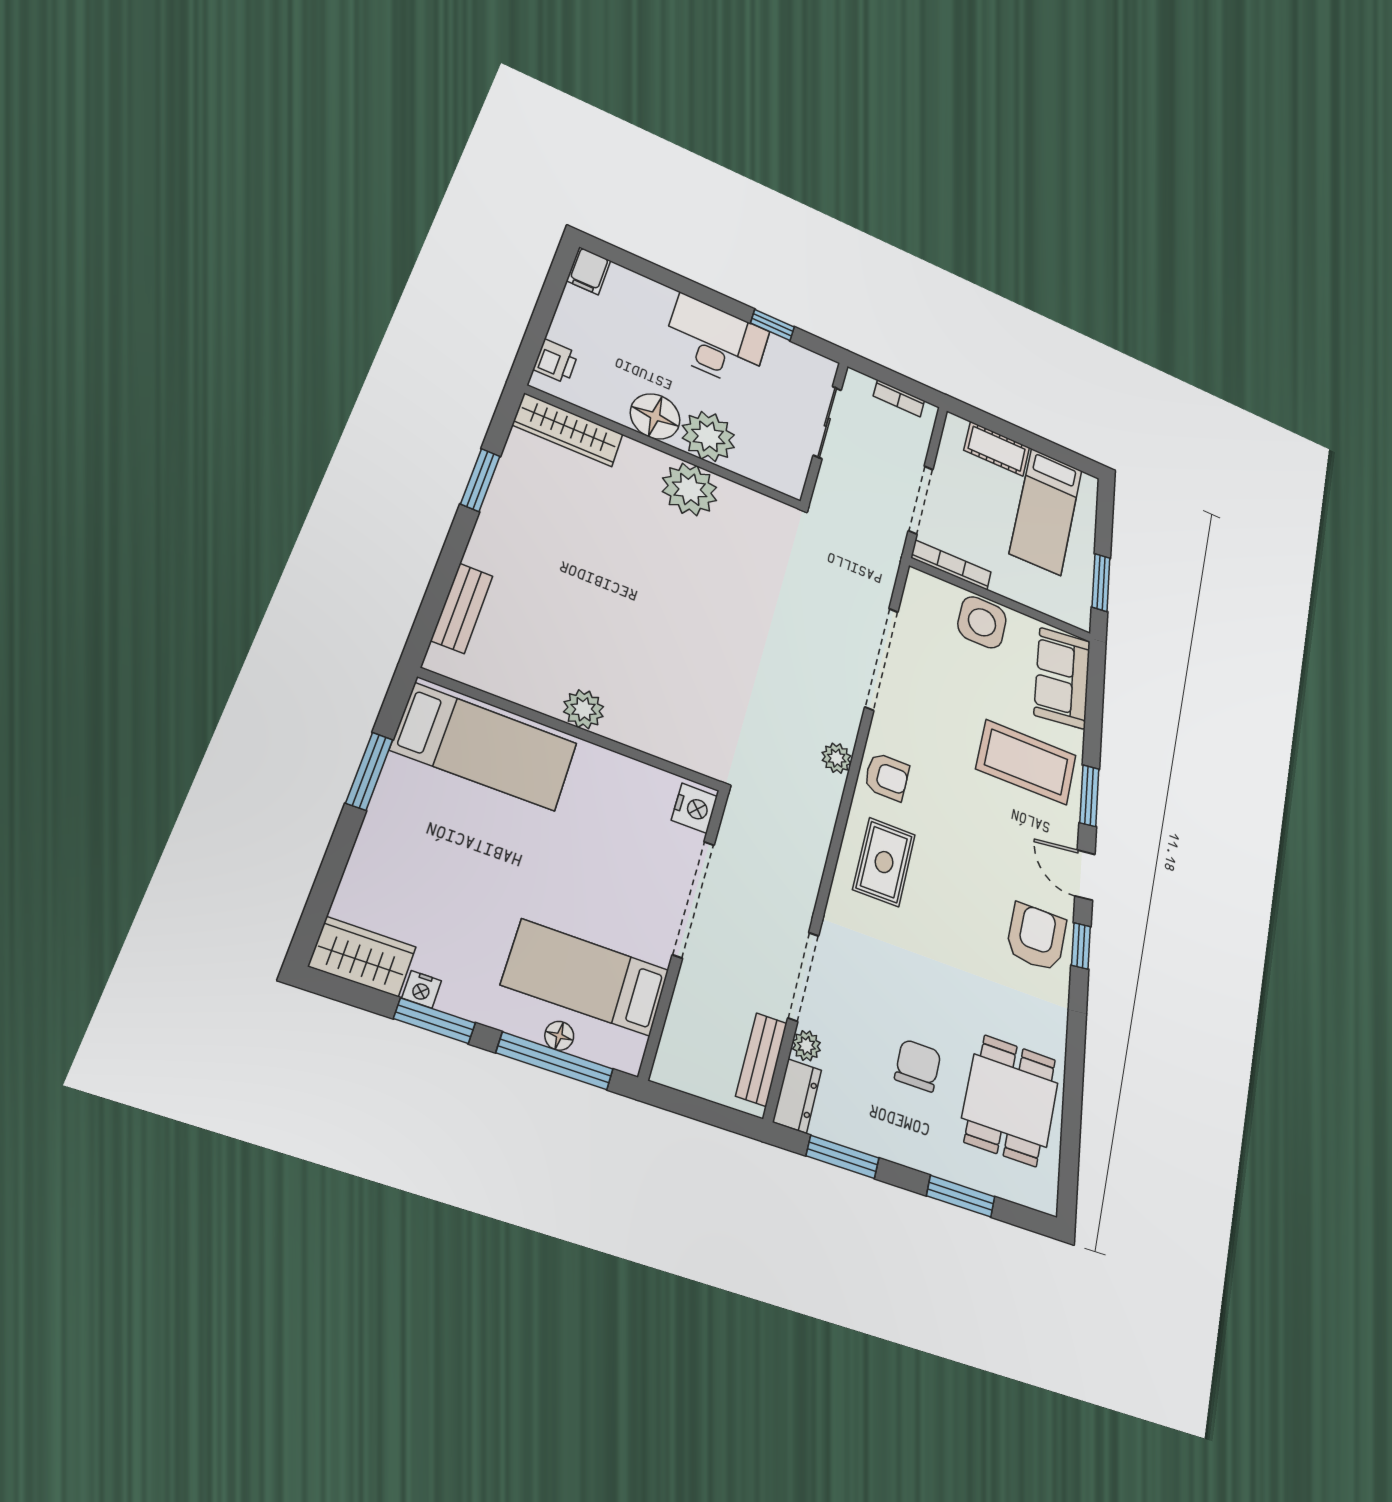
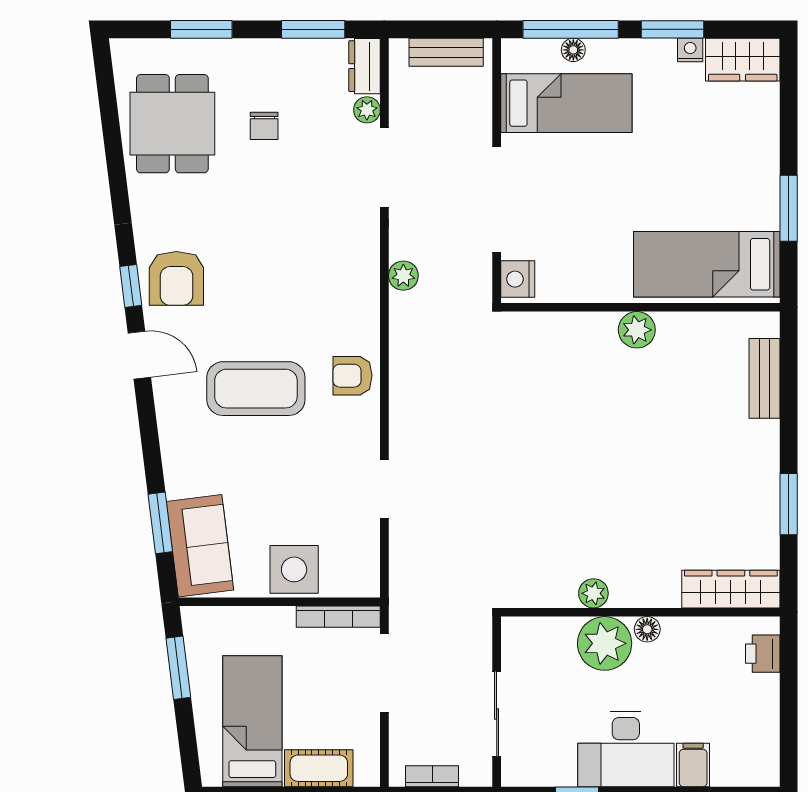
filing cabinet: (589, 271) -> (693, 765), moved
floor lamp: (655, 416) -> (647, 629), width x0.53, depth x0.53
plant: (690, 489) -> (593, 593), width x0.53, depth x0.53
doorway: (882, 659) -> (384, 489), width x0.53
plant: (837, 758) -> (403, 276), moved
coffee table: (1026, 762) -> (256, 389), moved
window: (1089, 796) -> (160, 523), moved
rug: (884, 862) -> (336, 295), removed
bench: (761, 1059) -> (446, 52), moved, turned 90
chair: (918, 1066) -> (264, 126), width x0.73, depth x0.73

